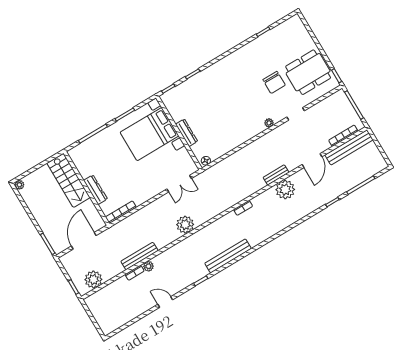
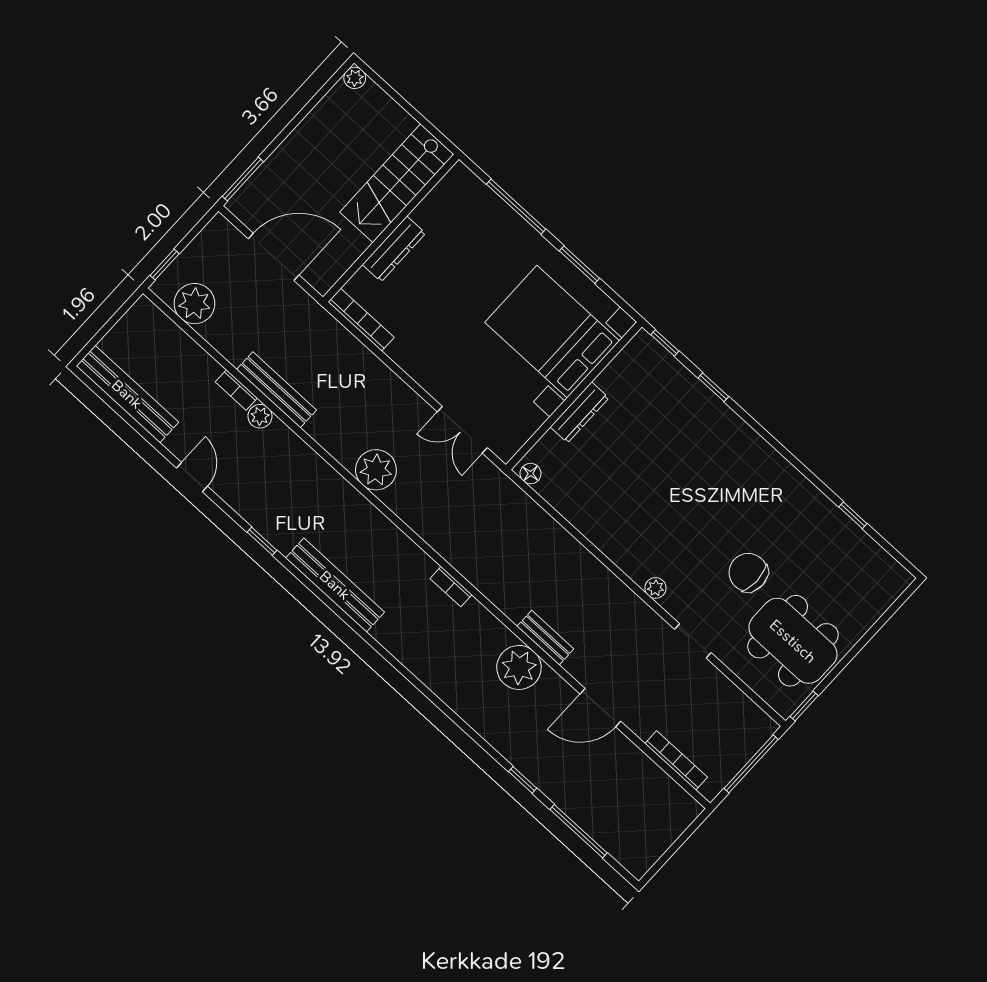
chair: (274, 82) -> (748, 572), turned 90
bench: (349, 147) -> (127, 394), moved

